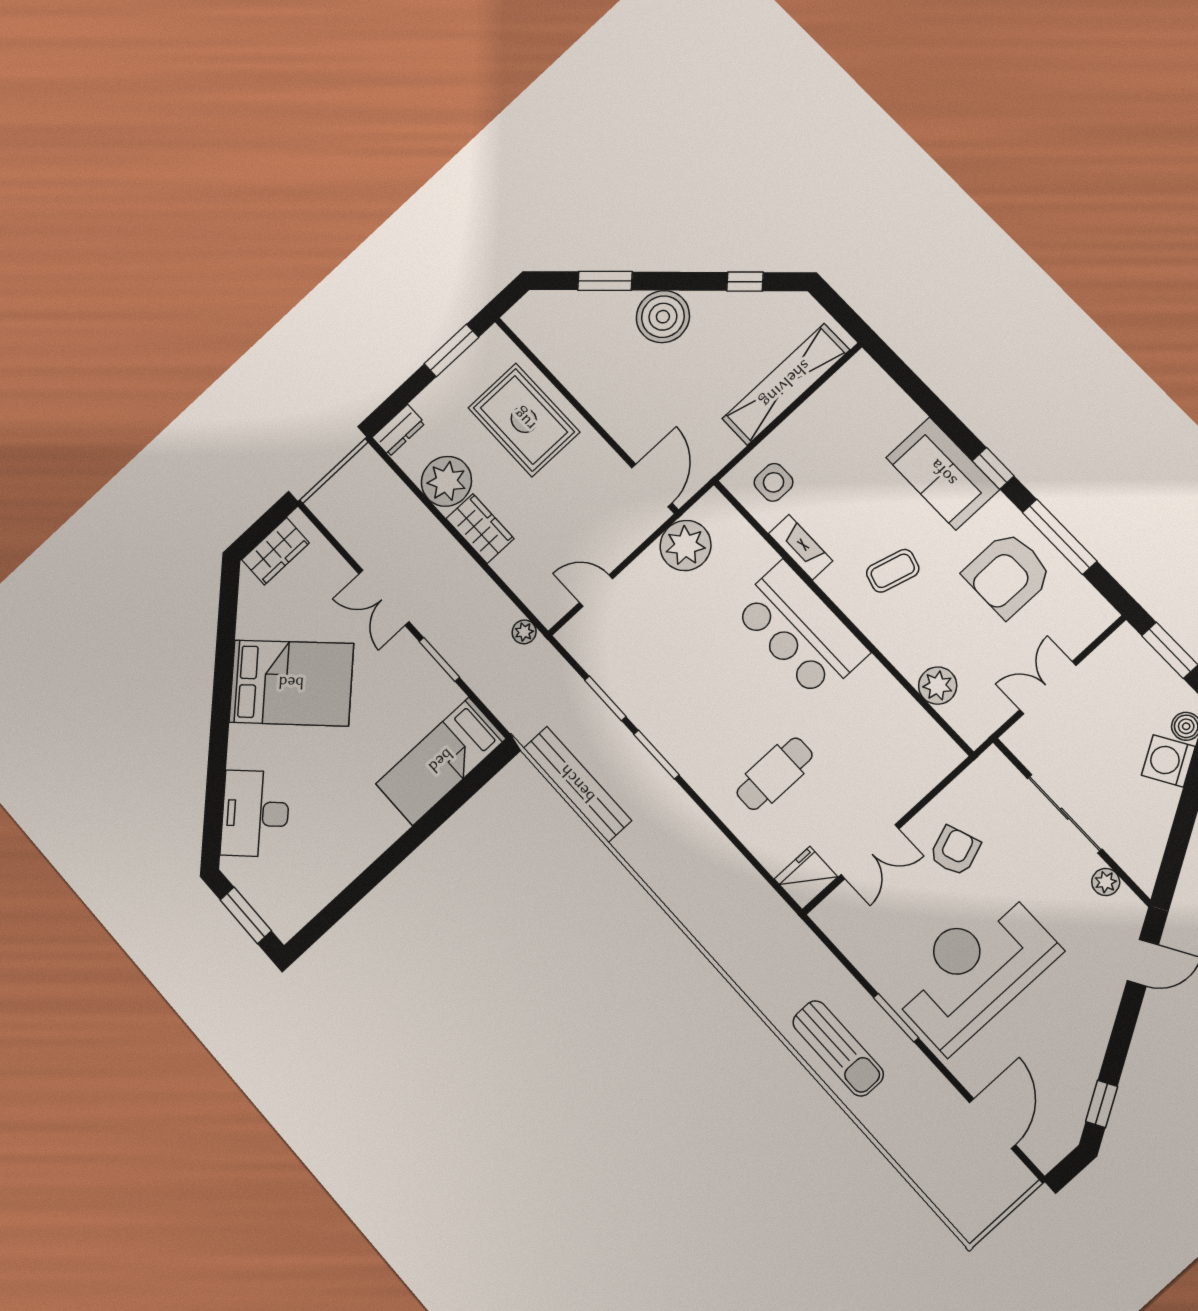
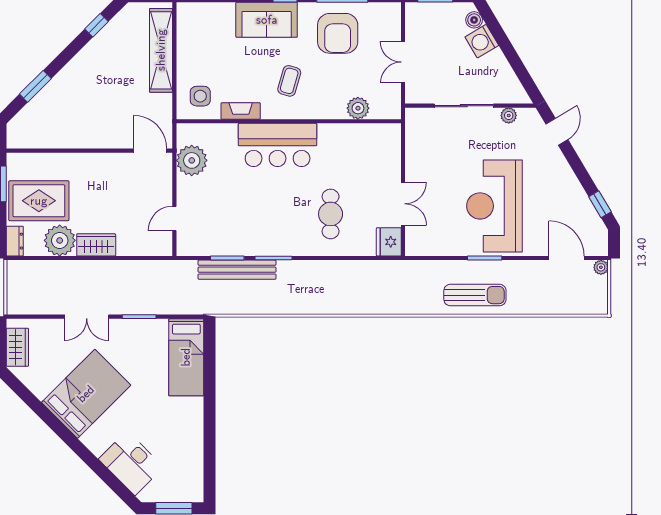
boiler: (663, 317) -> (77, 76), removed
rug: (524, 420) -> (39, 201), moved
plant: (524, 632) -> (601, 267), moved
bench: (577, 784) -> (237, 270), moved
armchair: (955, 851) -> (436, 167), removed

